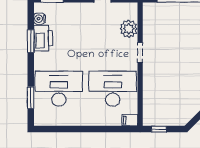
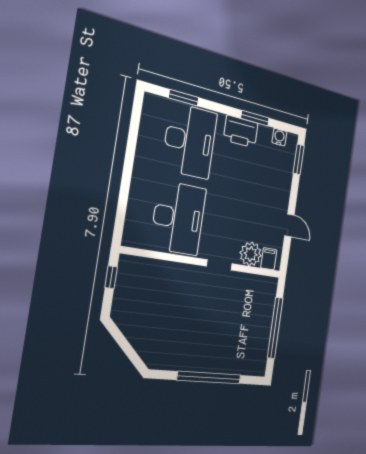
printer: (43, 38) -> (241, 132), moved
filing cabinet: (130, 120) -> (269, 259), moved

